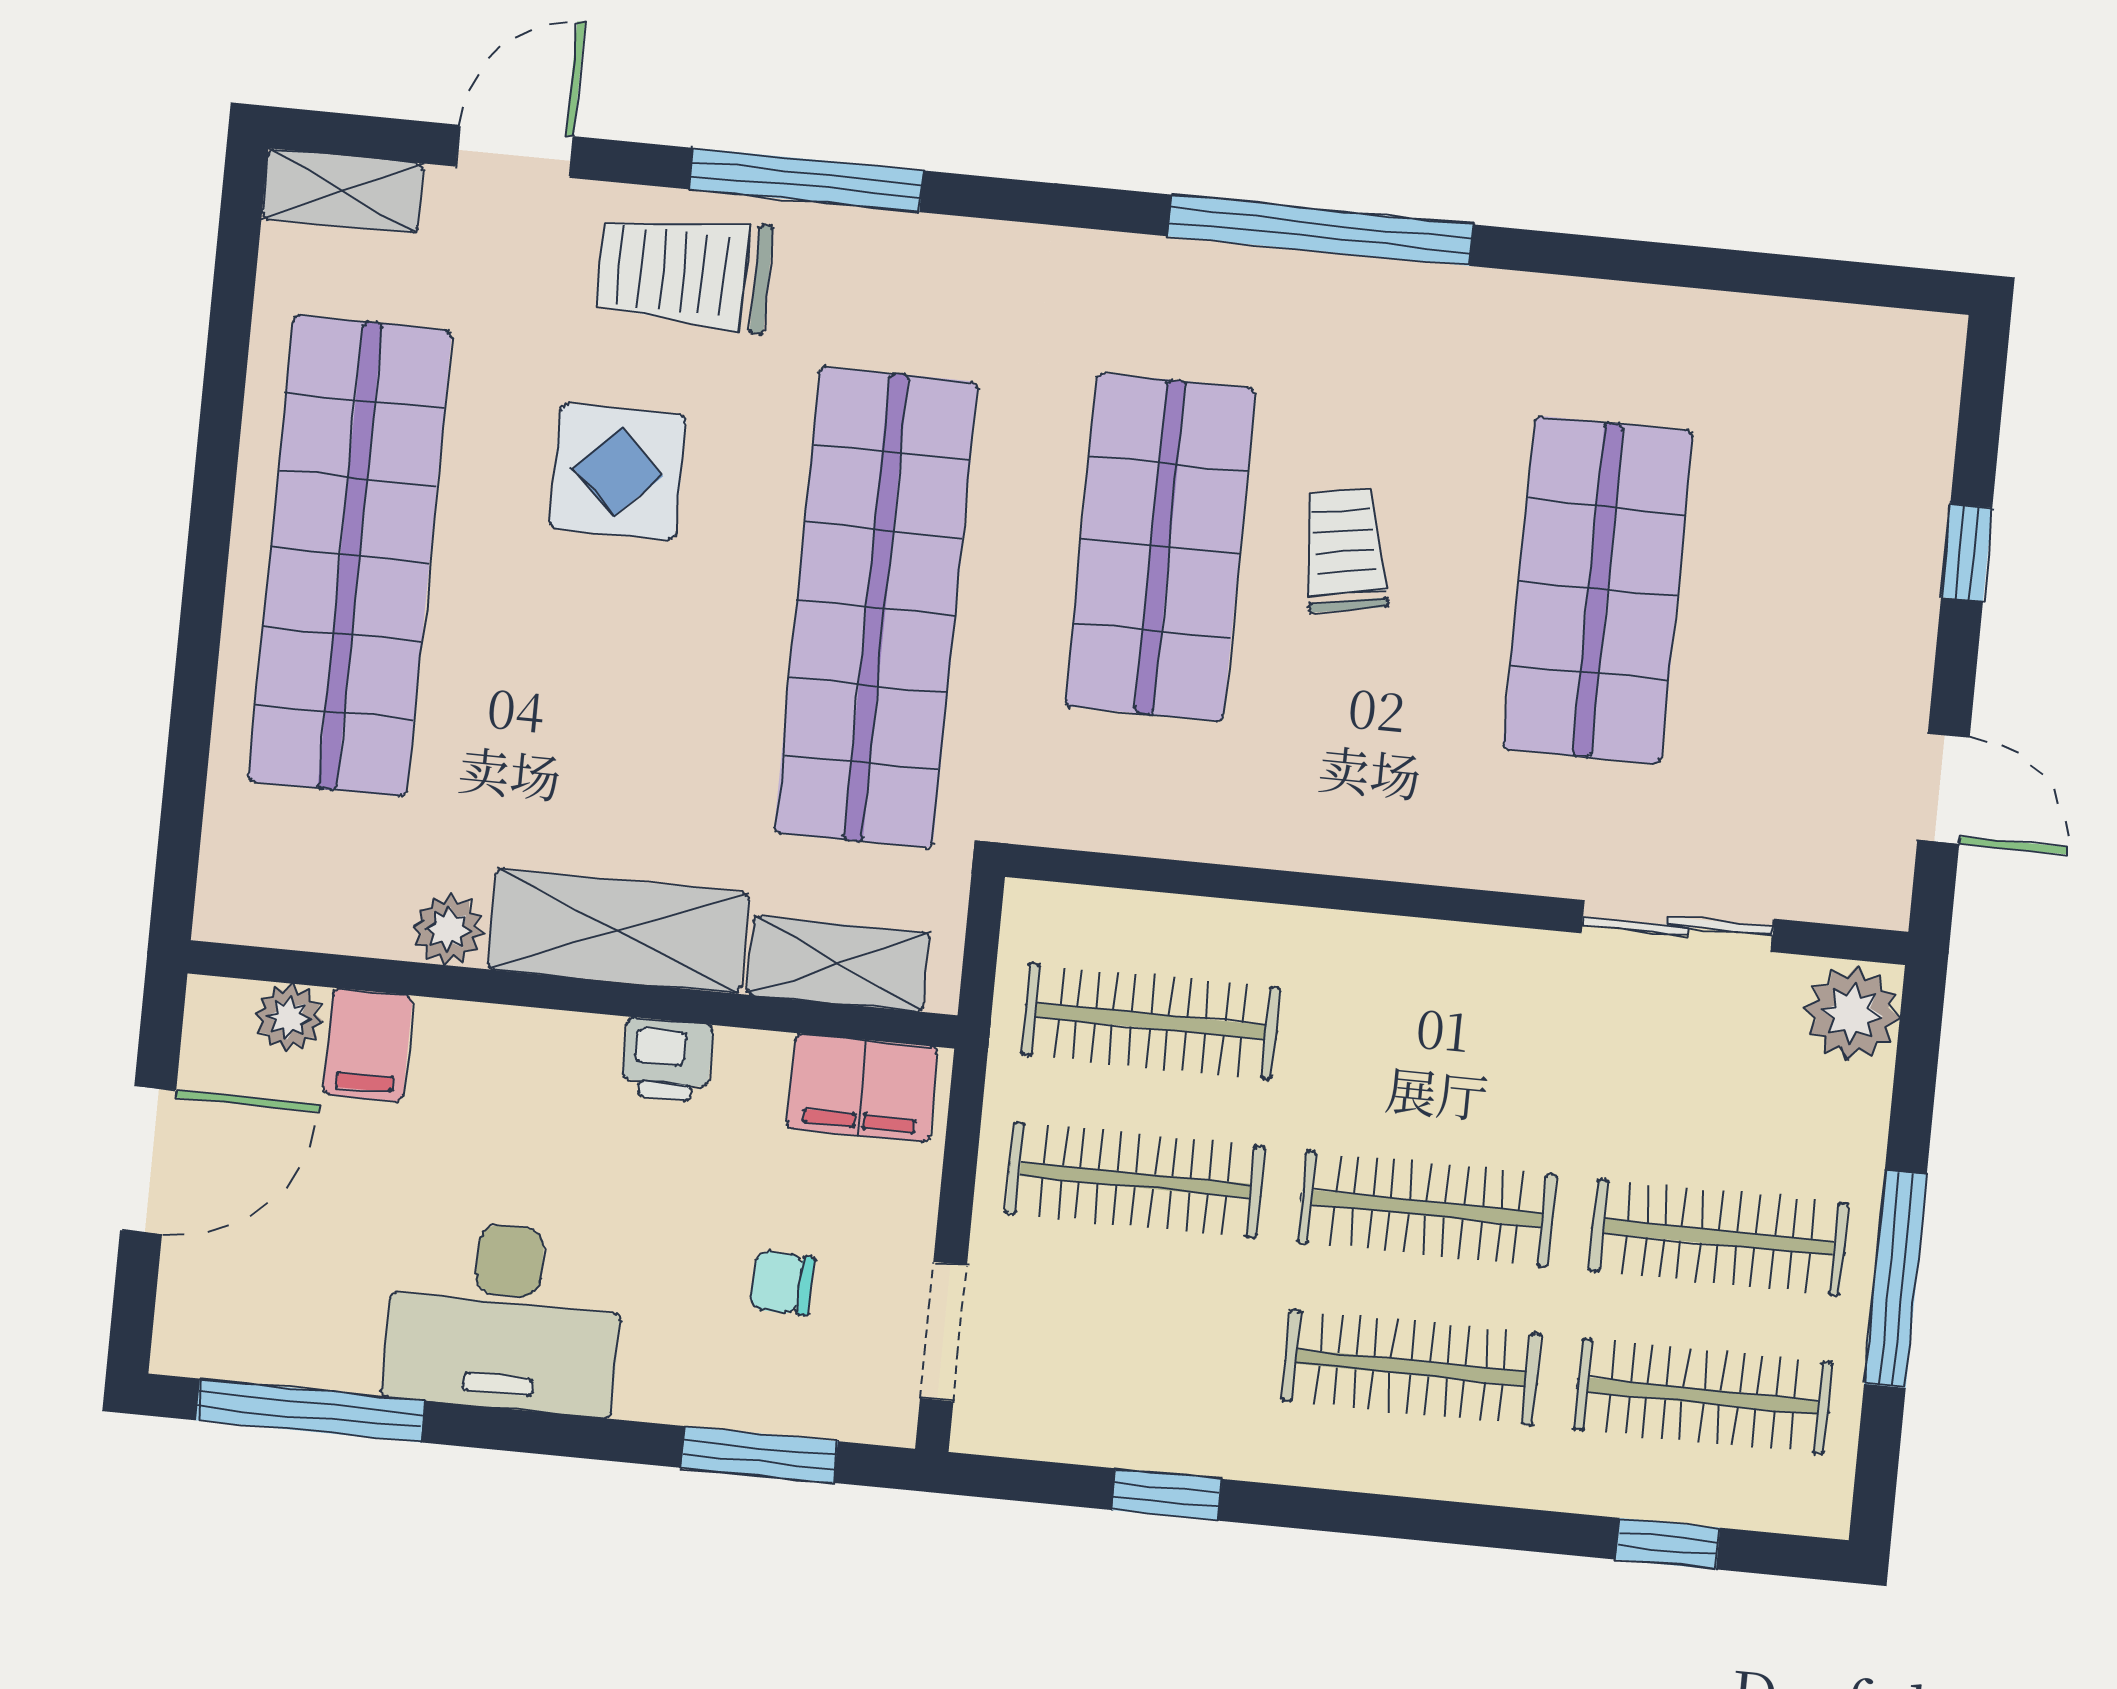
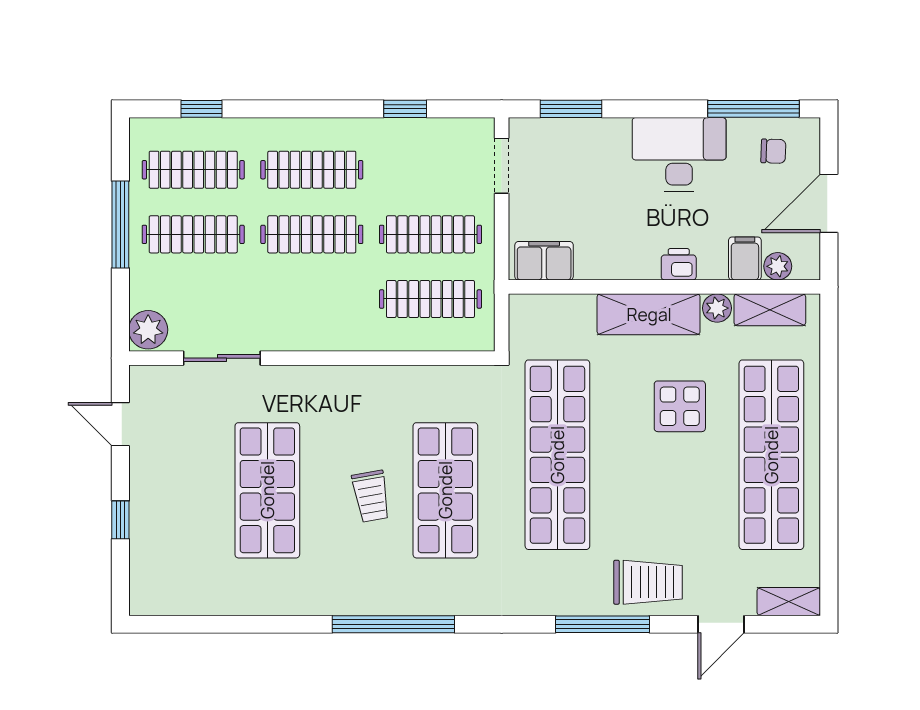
display table: (618, 472) -> (680, 406), moved
shelving: (838, 964) -> (770, 310), moved
printer: (667, 1060) -> (679, 264), moved
chair: (782, 1283) -> (773, 151), moved

